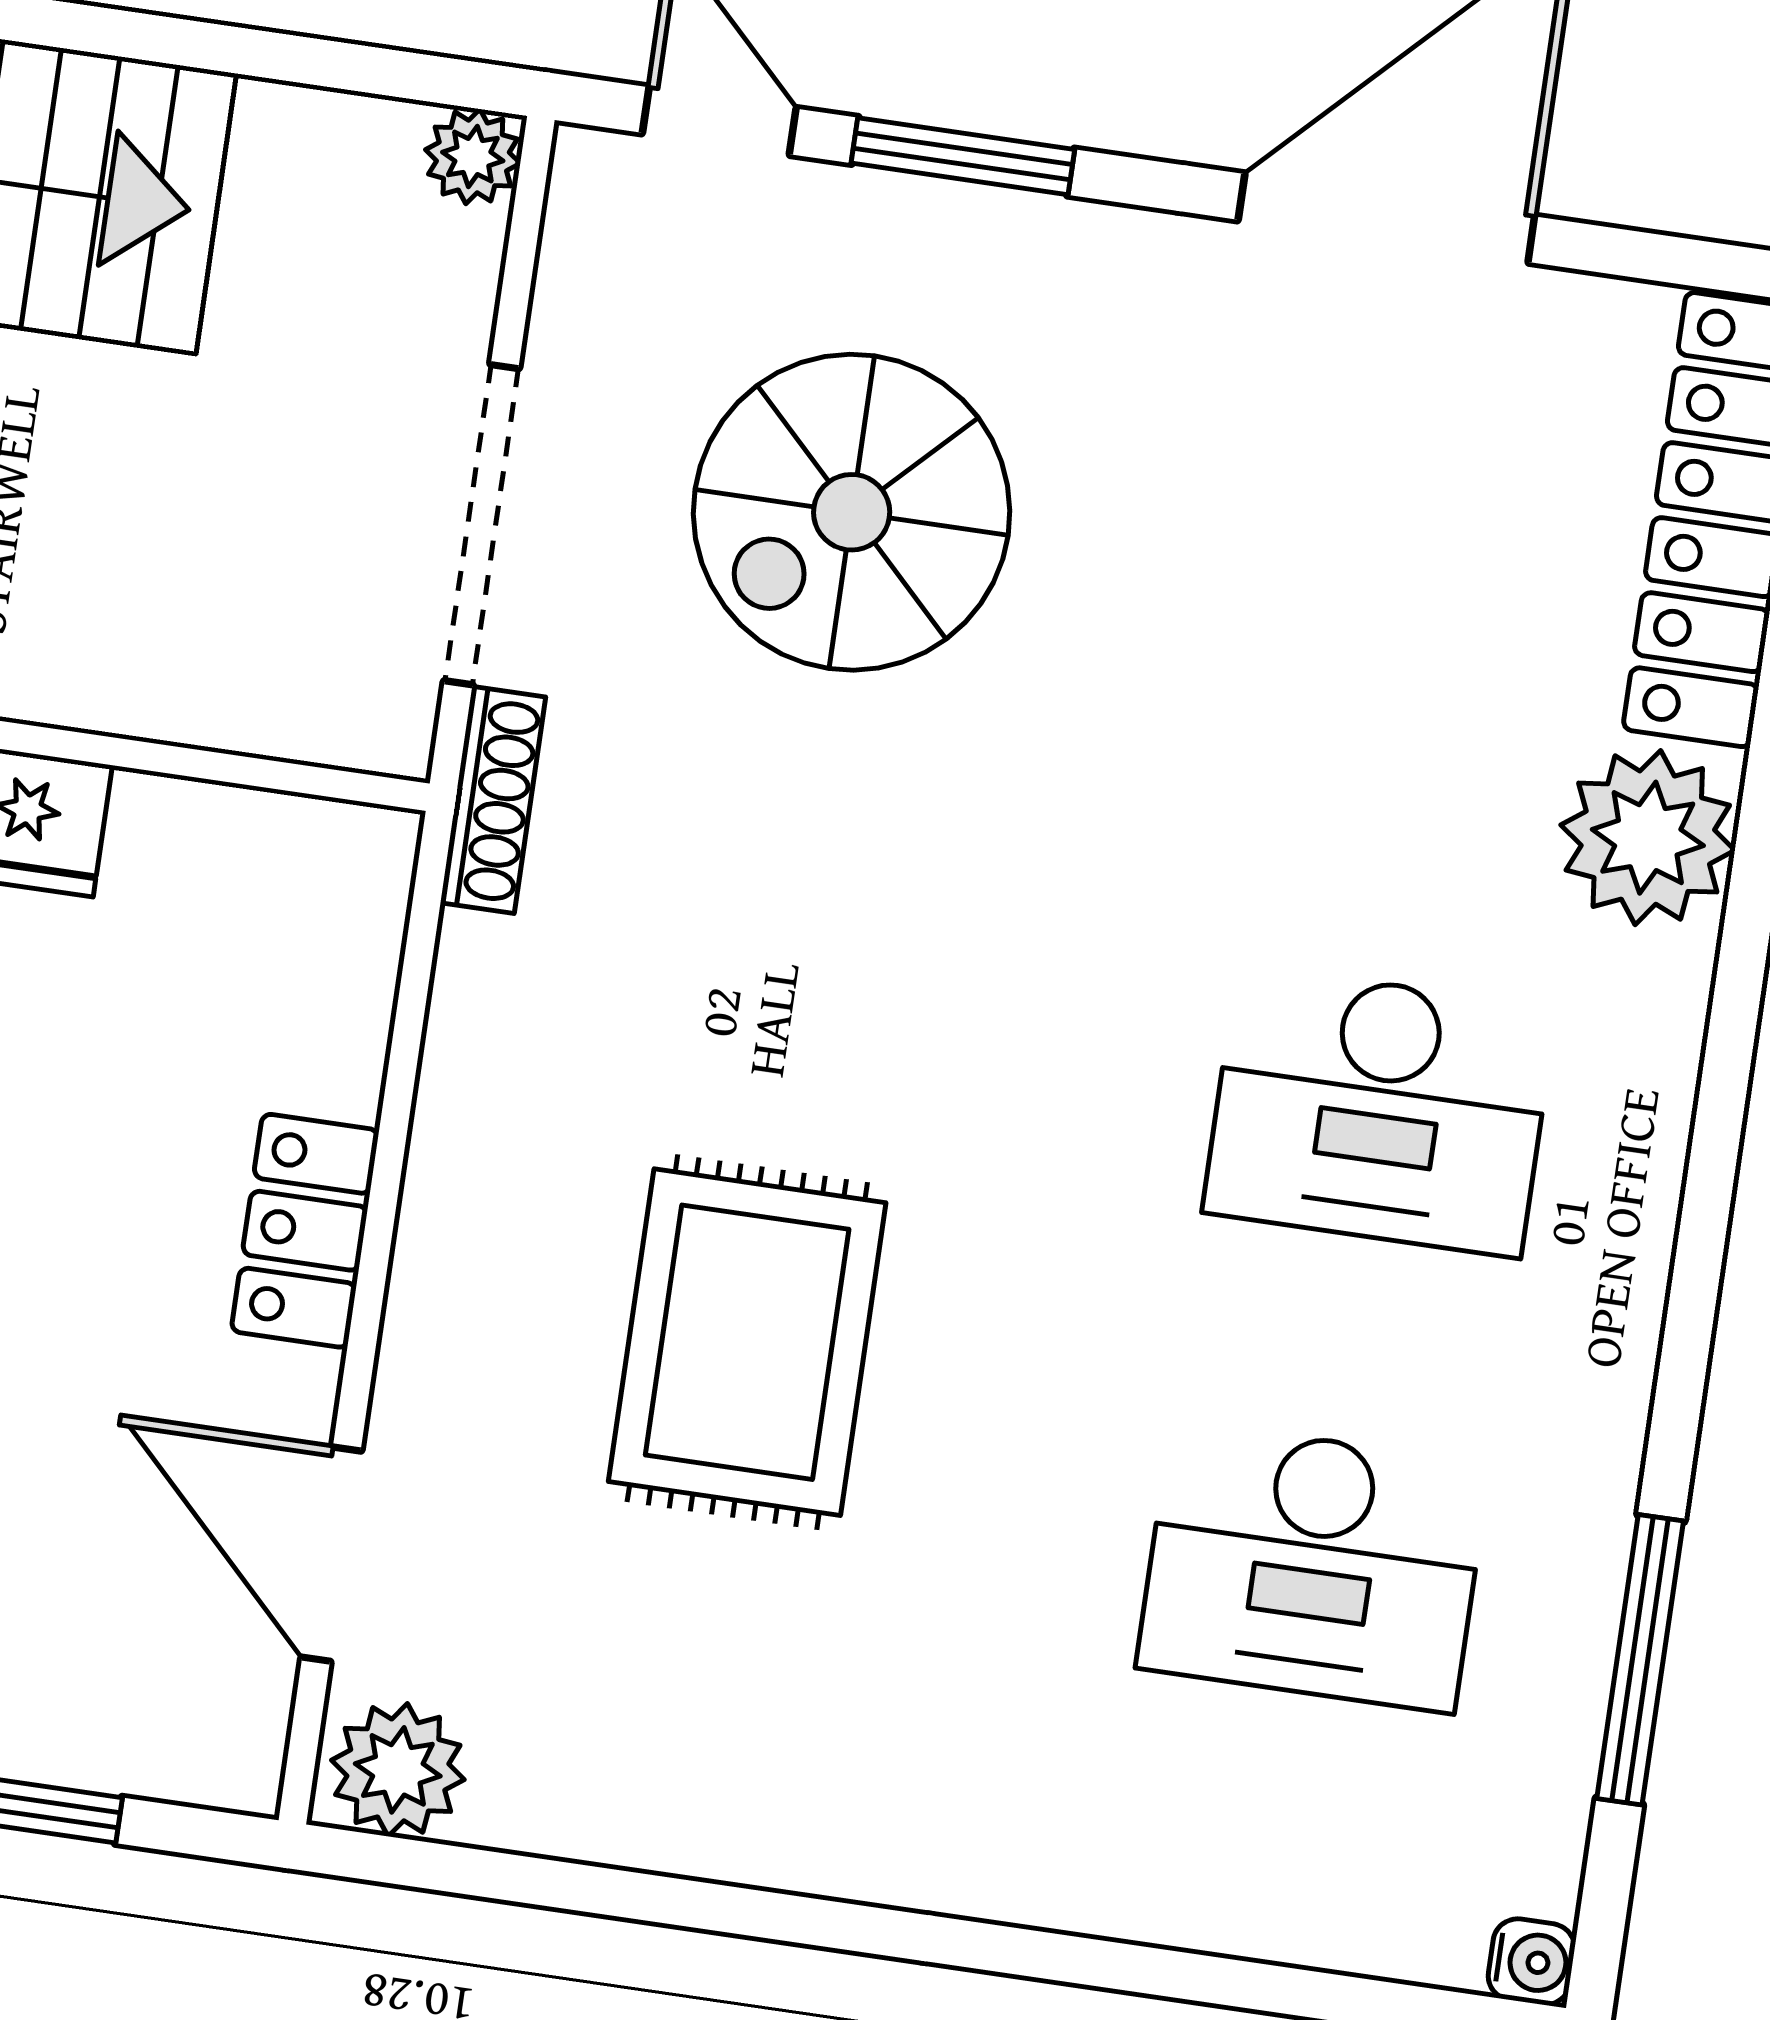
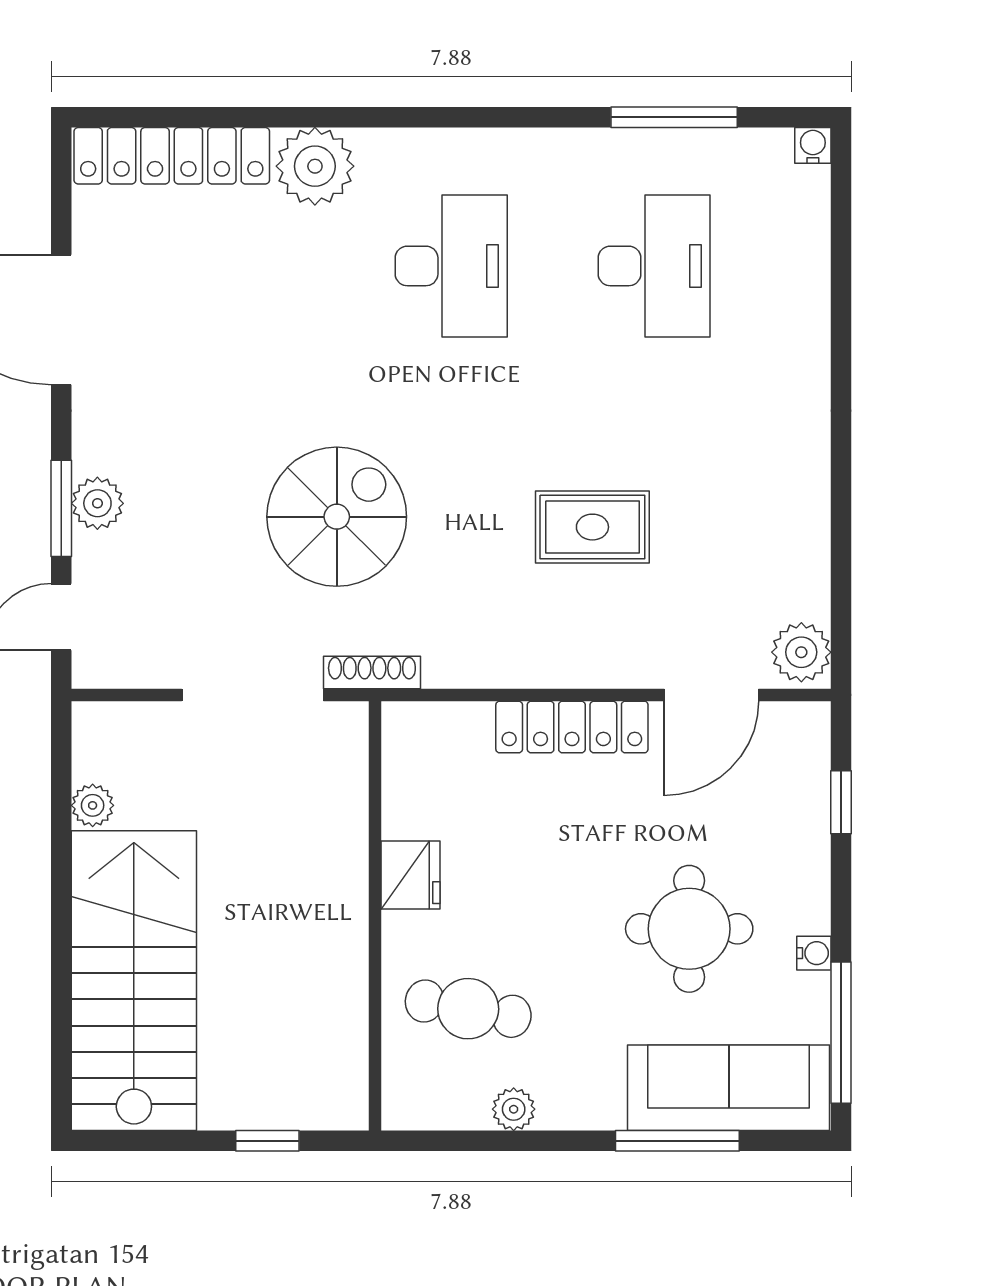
plant: (473, 157) -> (93, 805), moved
plant: (963, 239) -> (97, 503), added
spiral stairs: (852, 512) -> (337, 517), moved, turned -90
locker: (305, 1231) -> (572, 727), width x1.53
rug: (747, 1342) -> (592, 527), width x0.73, depth x0.70

